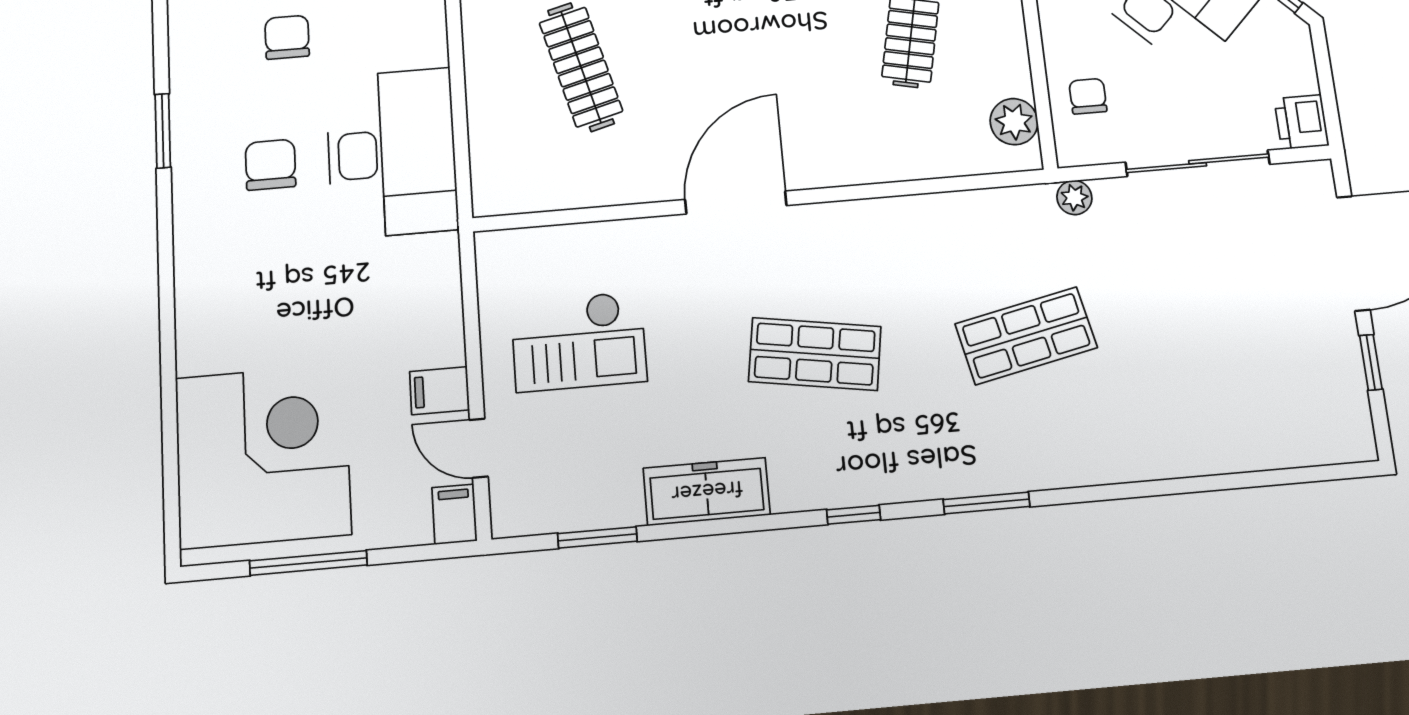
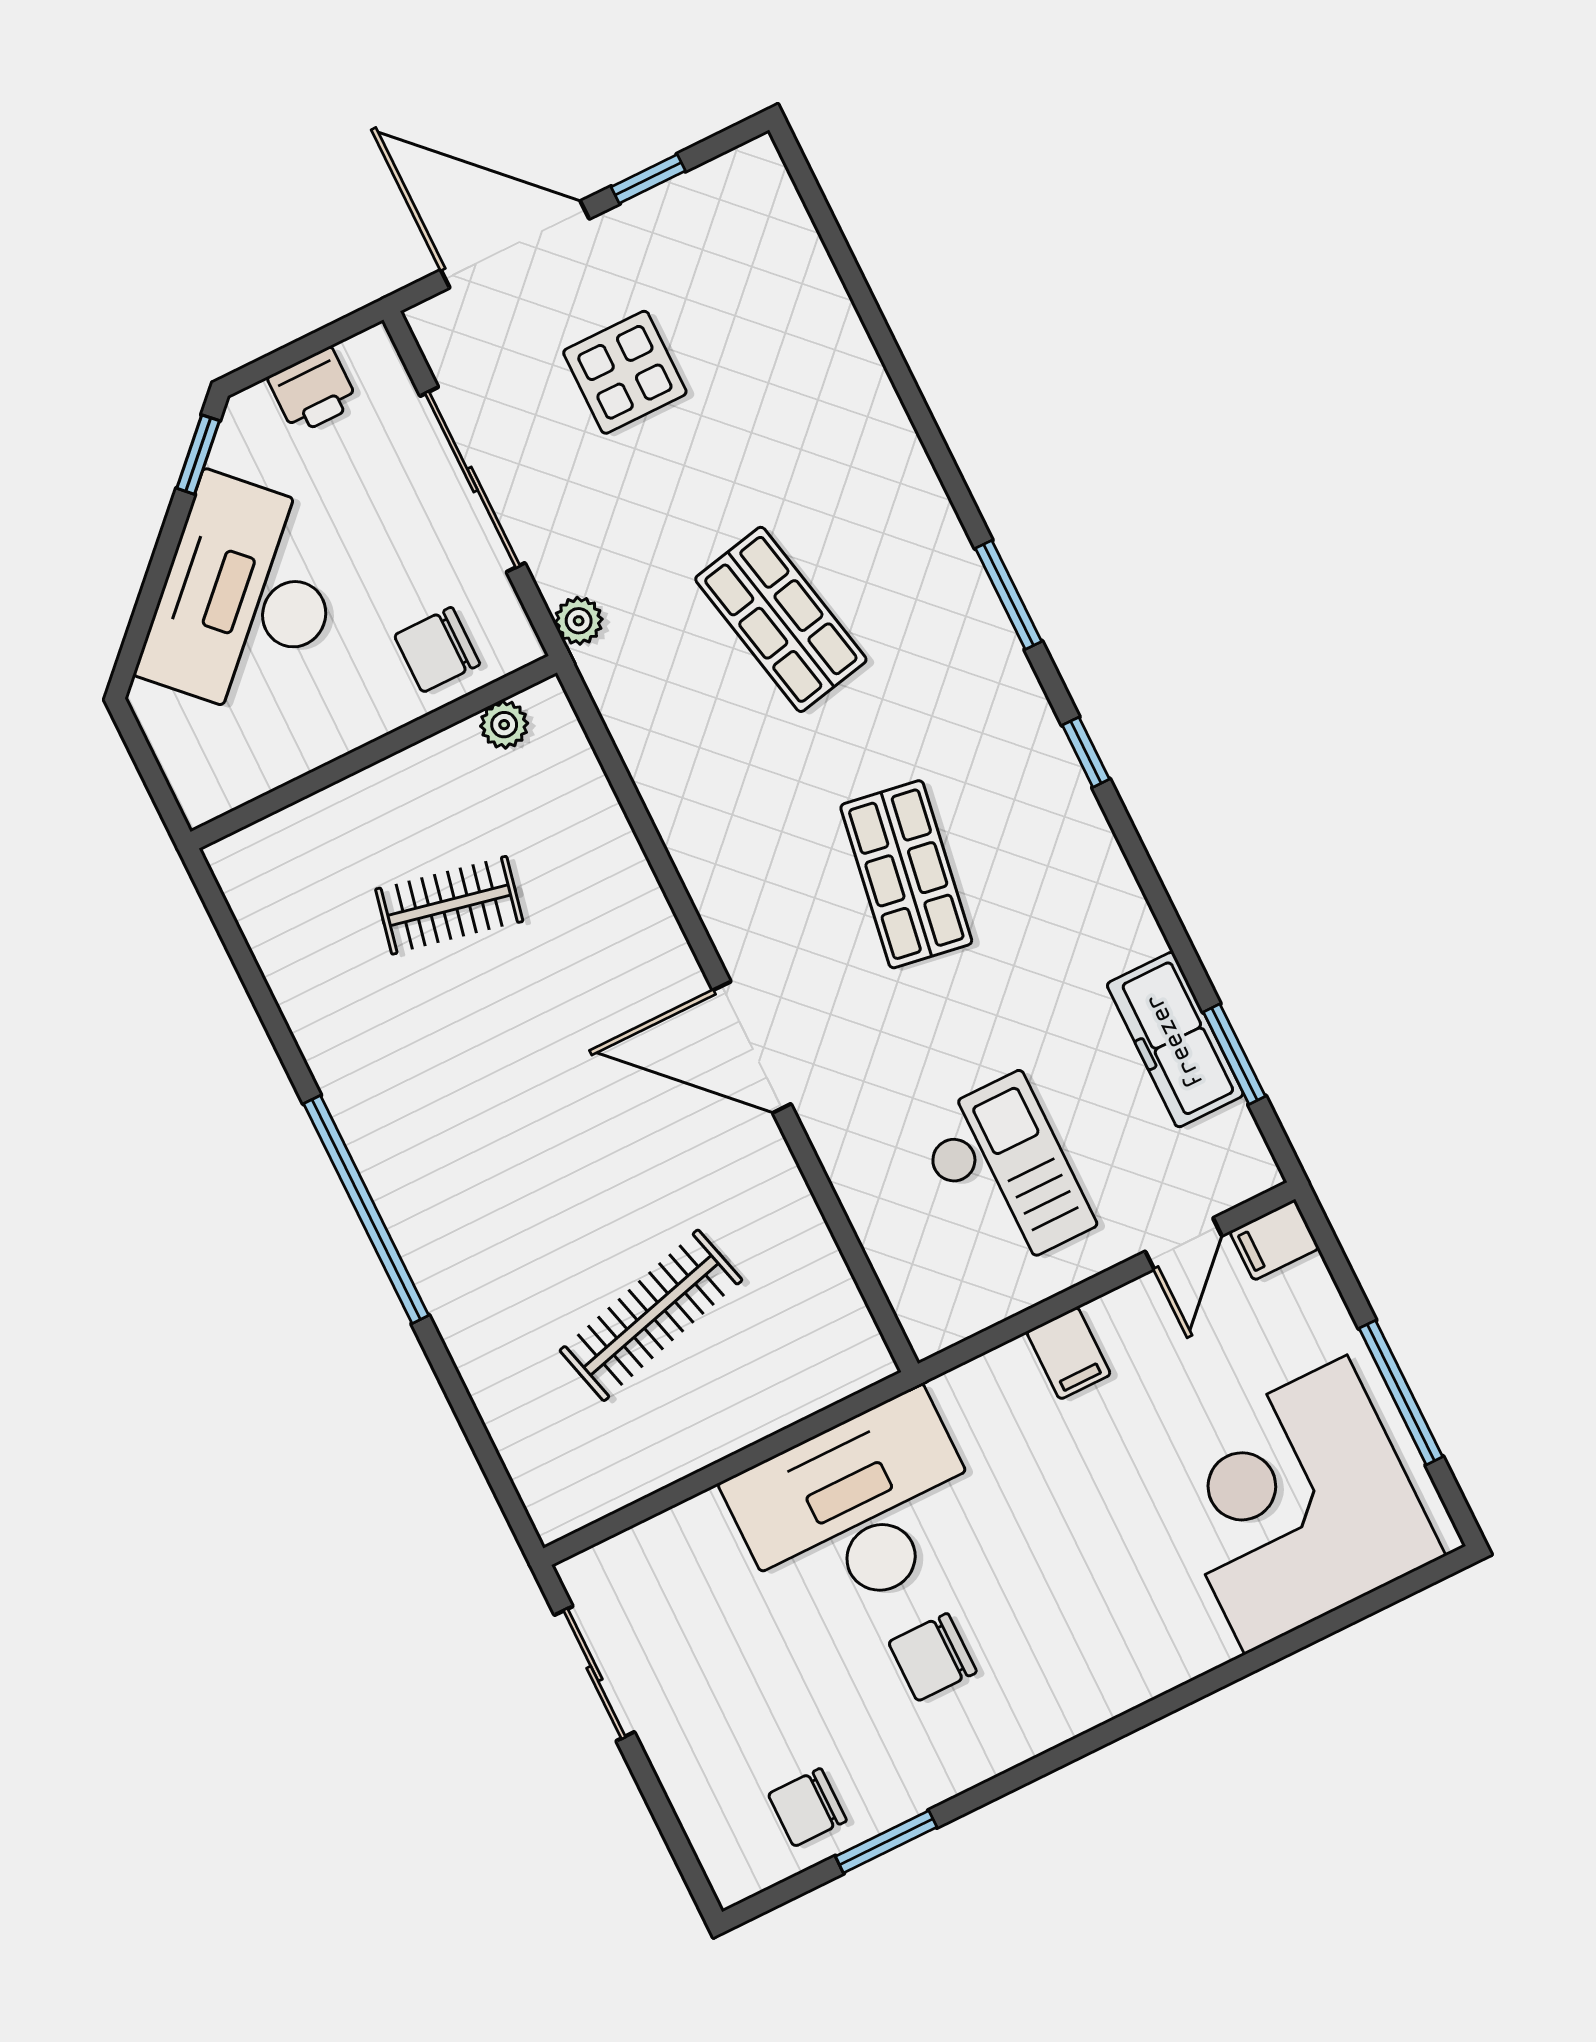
chair: (287, 37) -> (807, 1807), moved
chair: (1088, 96) -> (437, 650), width x1.37, depth x1.37
plant: (1014, 122) -> (504, 725), width x0.73, depth x0.73
printer: (1301, 122) -> (313, 391), moved
window: (163, 131) -> (886, 1842), moved
display table: (1238, 294) -> (625, 372), added
filing cabinet: (439, 391) -> (1069, 1353), moved
freezer: (707, 492) -> (1175, 1040), moved

